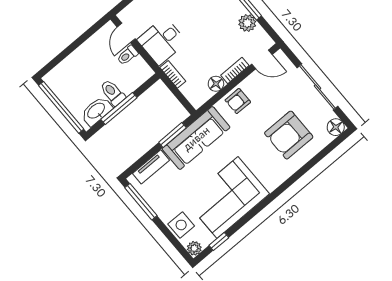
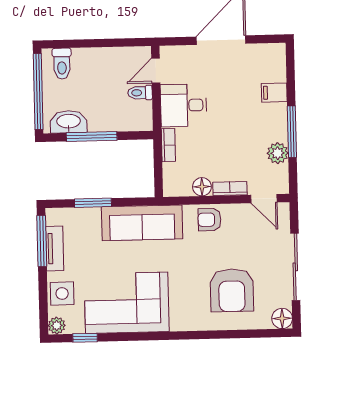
toilet: (113, 93) -> (62, 64), moved, turned 180
window: (172, 135) -> (93, 203), moved
armchair: (289, 135) -> (232, 290), turned -90
tv unit: (151, 167) -> (55, 249), moved, turned -90

